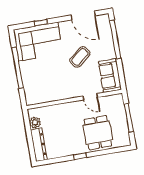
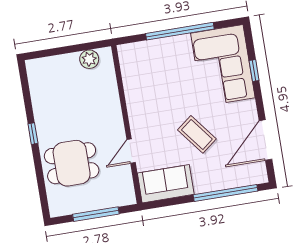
dresser: (39, 145) -> (52, 65), removed

